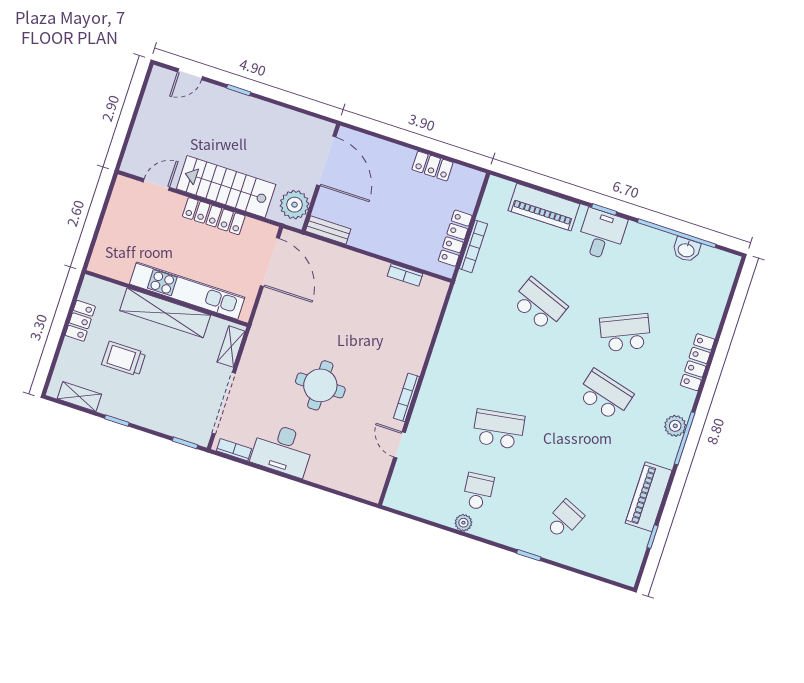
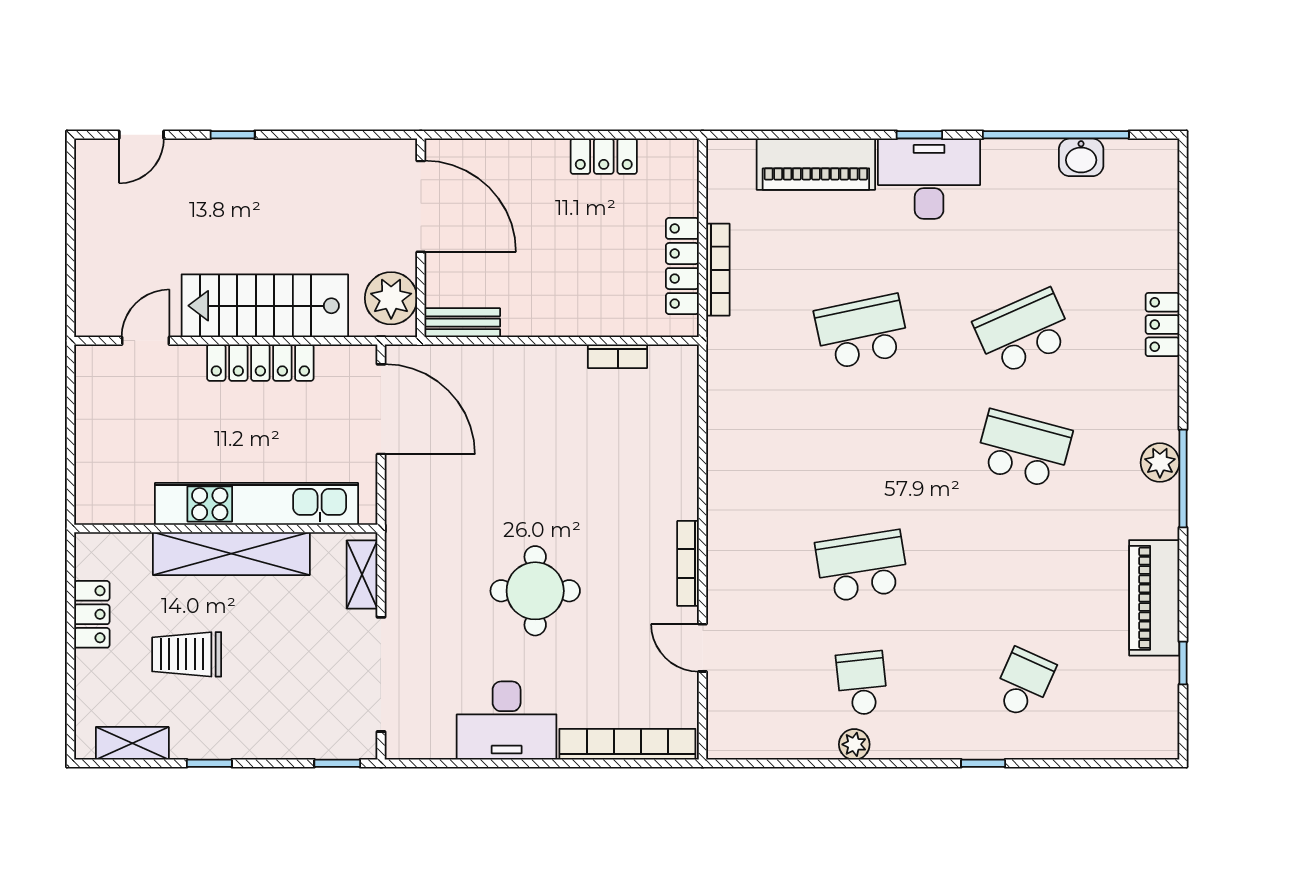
desk: (602, 235) -> (929, 179), width x1.37
school desk: (539, 305) -> (862, 332), turned -33
locker: (697, 362) -> (1162, 325), width x0.66
bookcase: (234, 450) -> (627, 744), moved, width x2.31, depth x1.31

